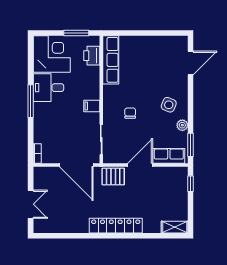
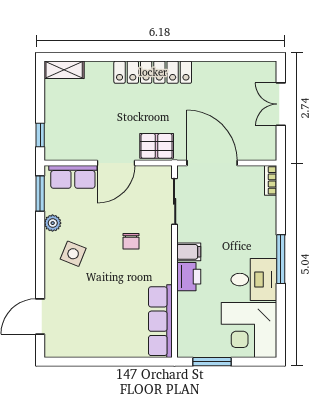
printer: (92, 56) -> (189, 277), moved

